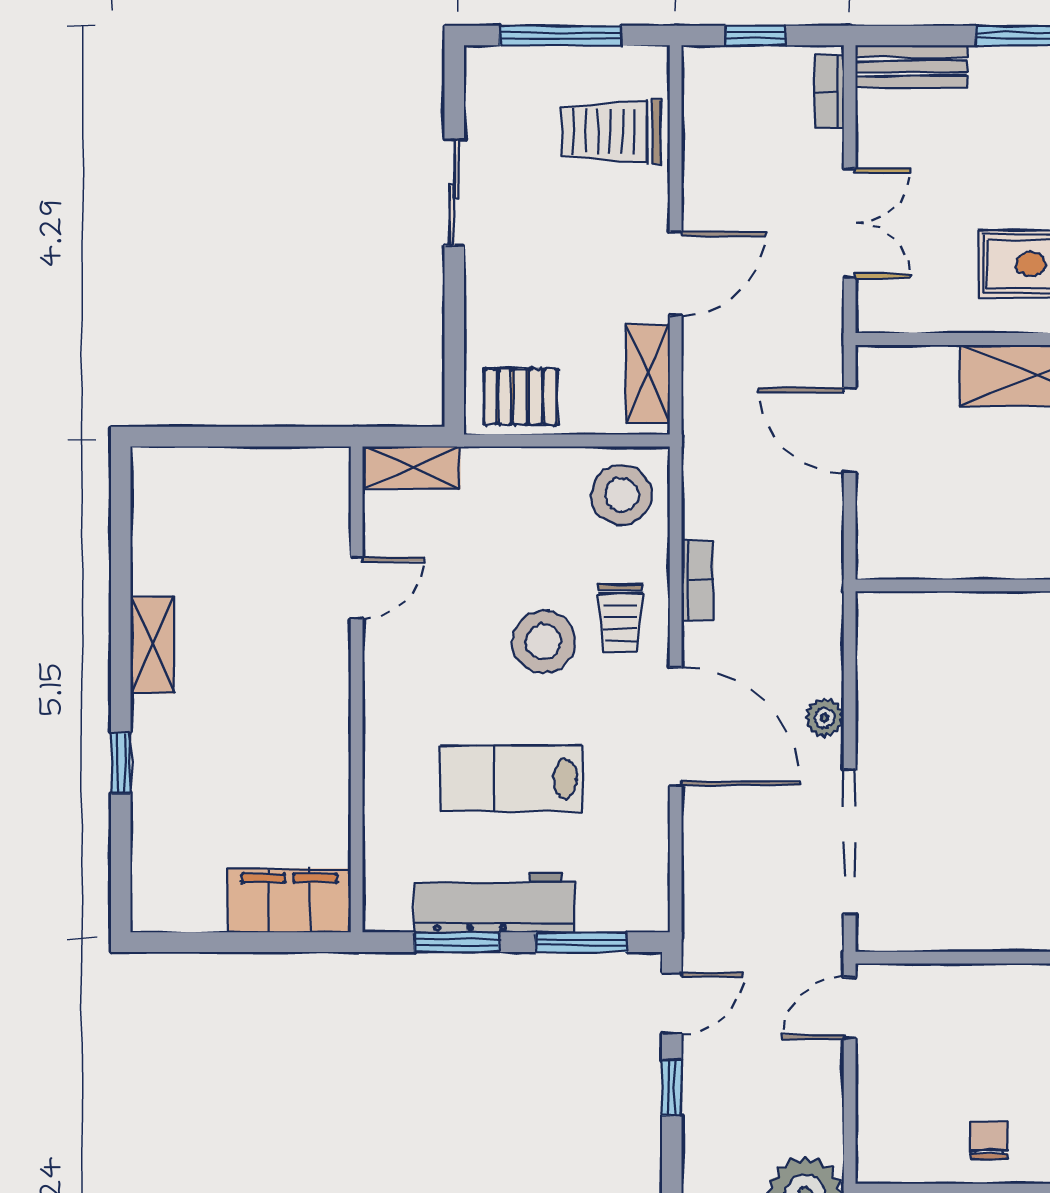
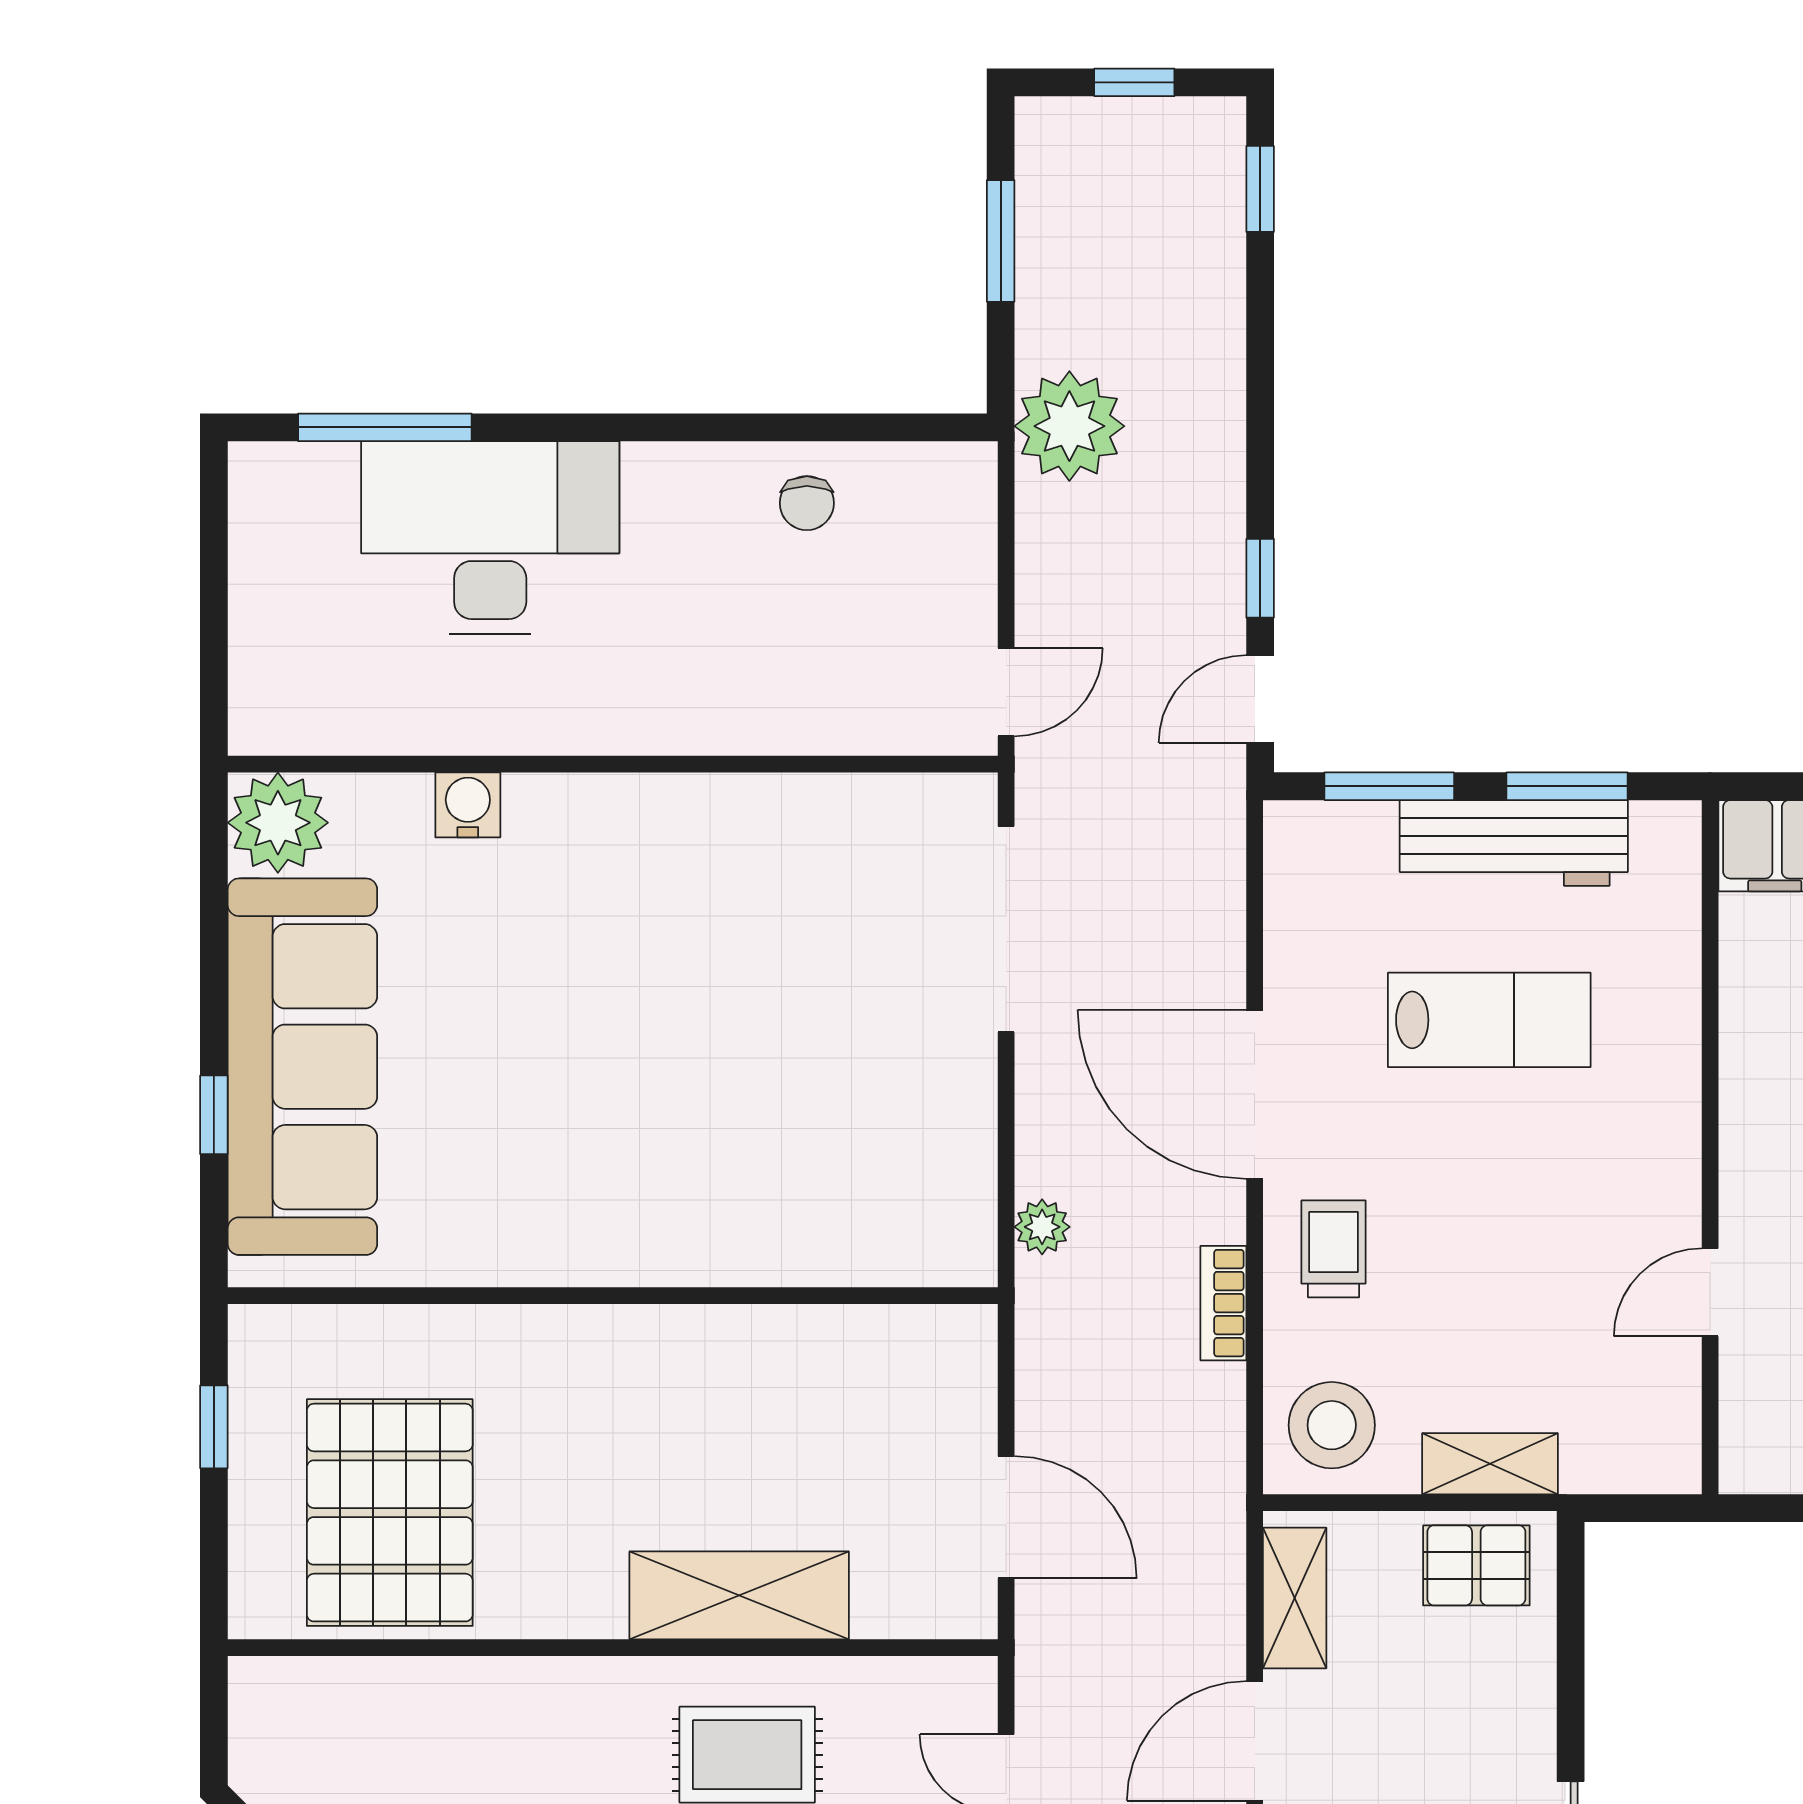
shelving: (413, 468) -> (1490, 1464), moved
stool: (544, 642) -> (1443, 1215), removed
plant: (824, 718) -> (1042, 1227), moved

